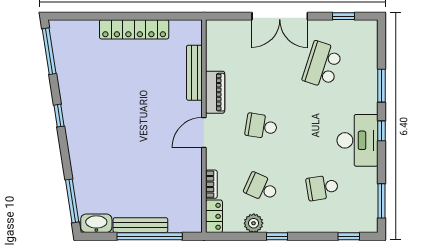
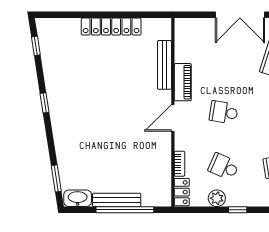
window: (49, 51) -> (36, 46), width x0.46
window: (72, 201) -> (56, 178), width x0.69

